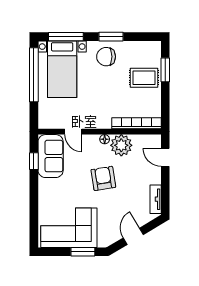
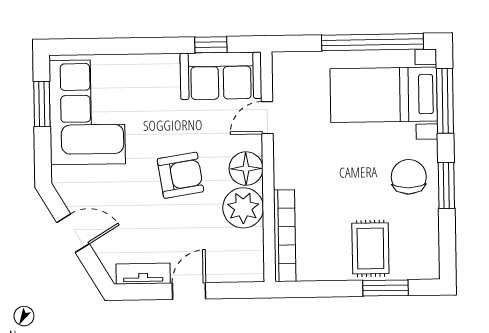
floor lamp: (105, 139) -> (246, 169), width x1.89, depth x1.89
door: (165, 157) -> (189, 291), moved
window: (83, 252) -> (42, 104), moved

